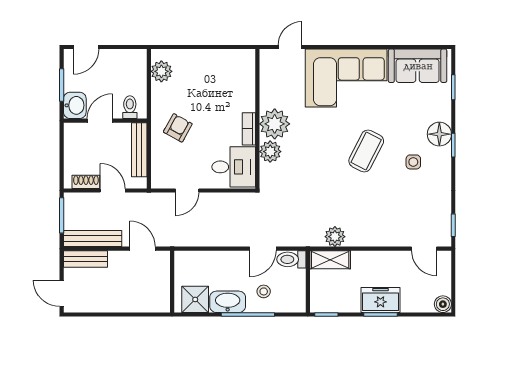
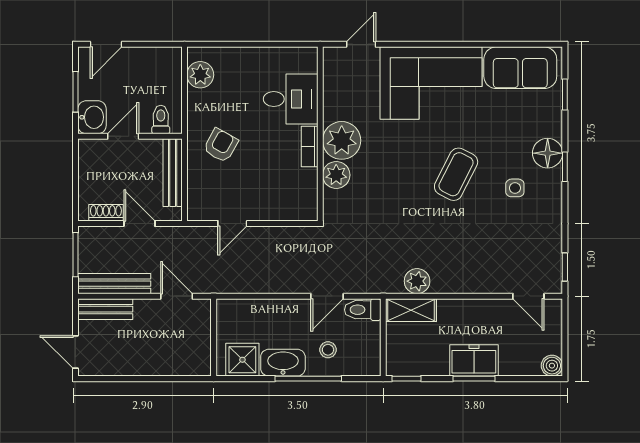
desk: (234, 167) -> (291, 99), moved

